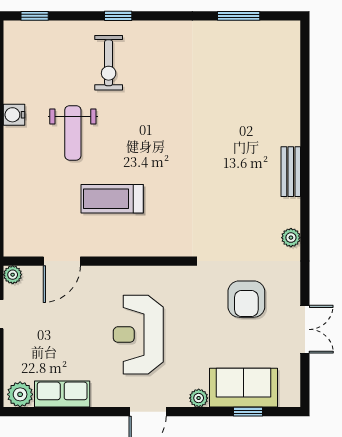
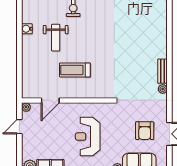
bench: (291, 172) -> (163, 71), moved
armchair: (246, 299) -> (145, 131), moved

